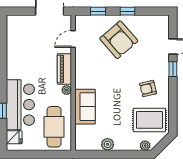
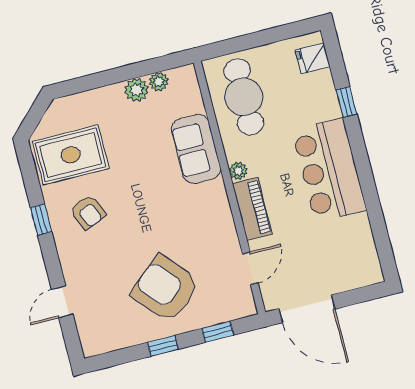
window: (173, 69) -> (41, 220), moved
armchair: (148, 89) -> (88, 212), turned 81
bar counter: (20, 105) -> (329, 170), moved
plant: (145, 146) -> (159, 82), moved

